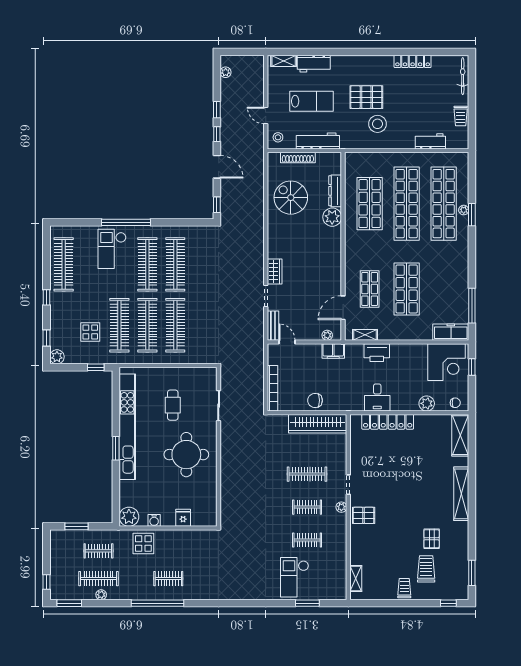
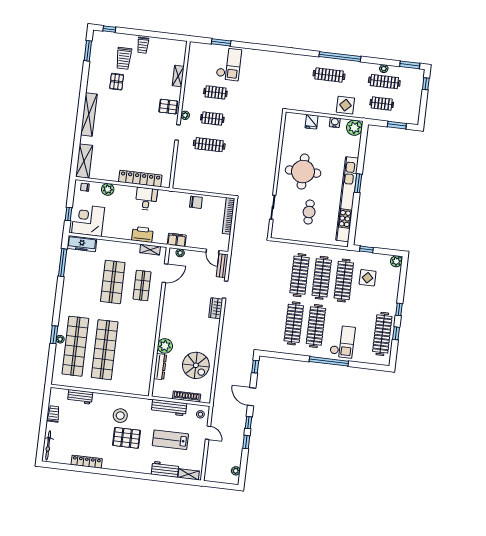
shop shelf: (370, 204) -> (134, 353), removed
window: (47, 338) -> (396, 333), moved
wardrobe: (318, 424) -> (196, 184), removed
shelving: (356, 578) -> (178, 76), moved
clothes rail: (168, 579) -> (329, 75), width x1.36

